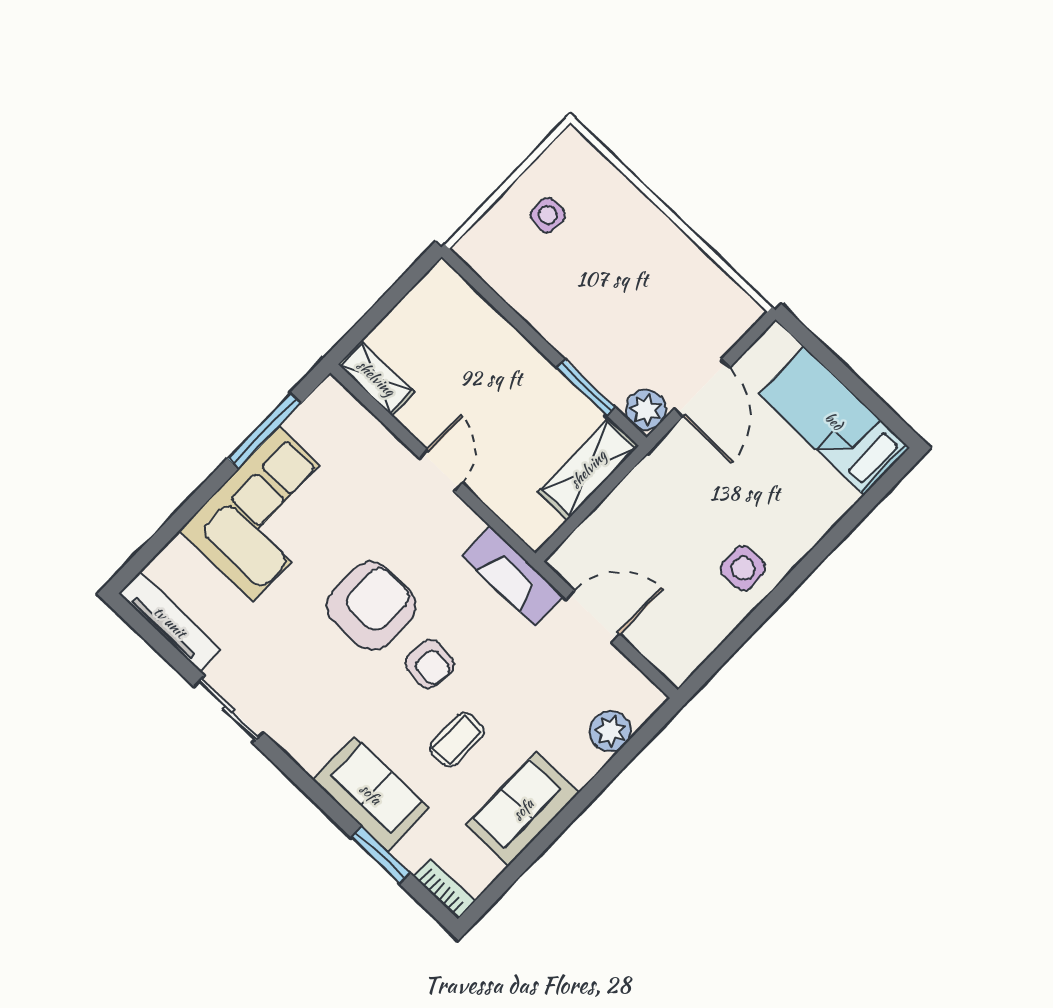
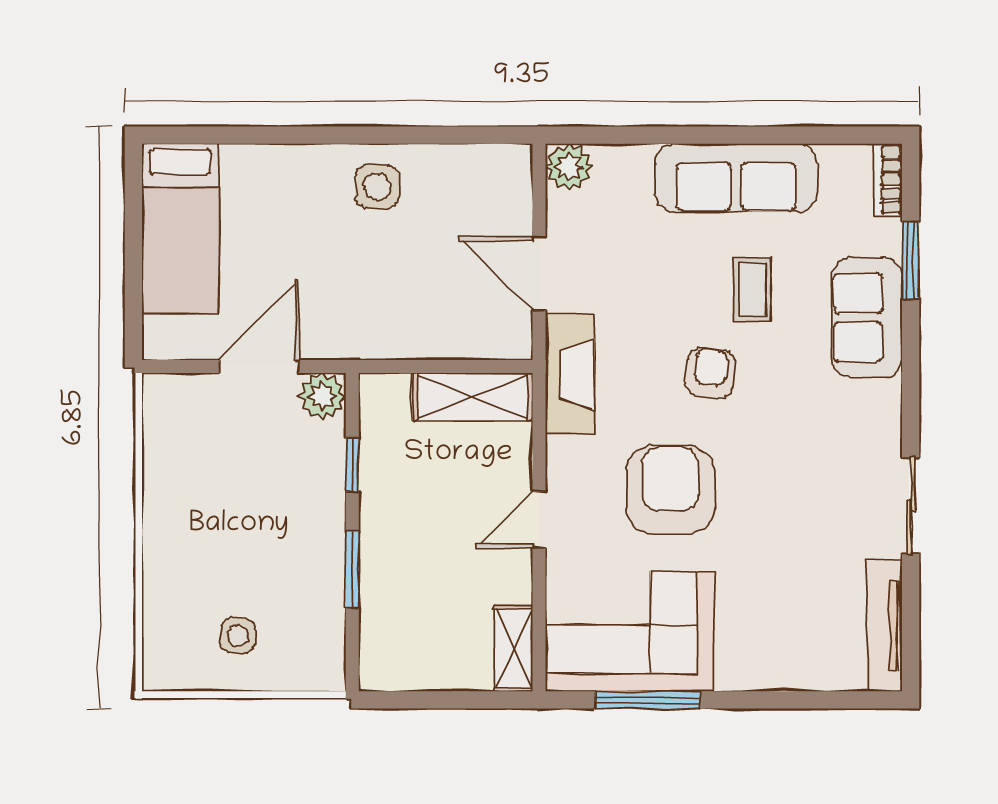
window: (521, 325) -> (352, 570), added
window: (586, 387) -> (352, 465), width x0.67
shelving: (588, 469) -> (473, 397), moved
corner sofa: (266, 514) -> (630, 631), moved
armchair: (371, 606) -> (670, 490), moved, turned 90
plant: (610, 731) -> (569, 167), moved
coffee table: (457, 740) -> (752, 289), turned 90
sofa: (523, 809) -> (736, 178), width x1.36

